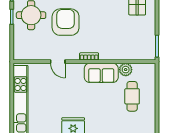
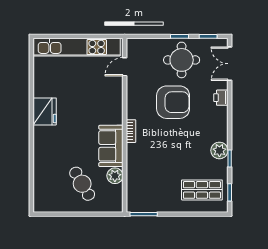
door: (58, 62) -> (125, 67), moved
cafe table: (132, 96) -> (82, 184), turned 60

